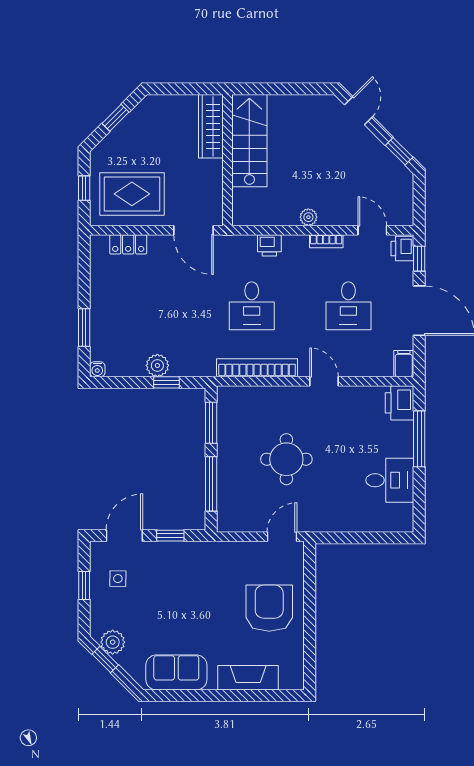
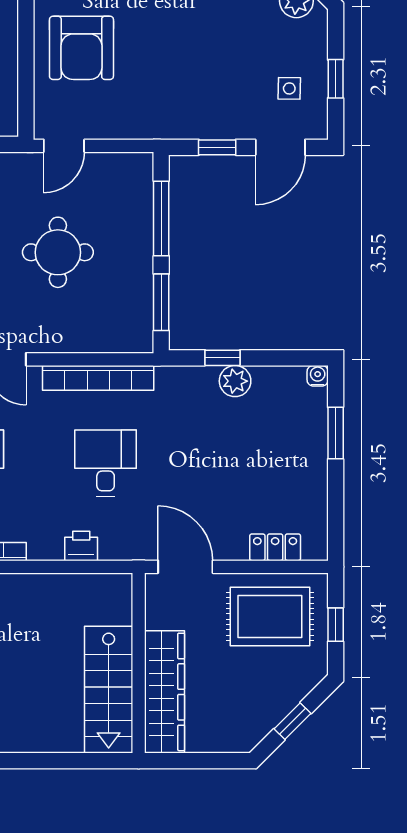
wardrobe: (211, 126) -> (164, 692), width x1.40, depth x1.17
plant: (308, 217) -> (28, 585), removed

